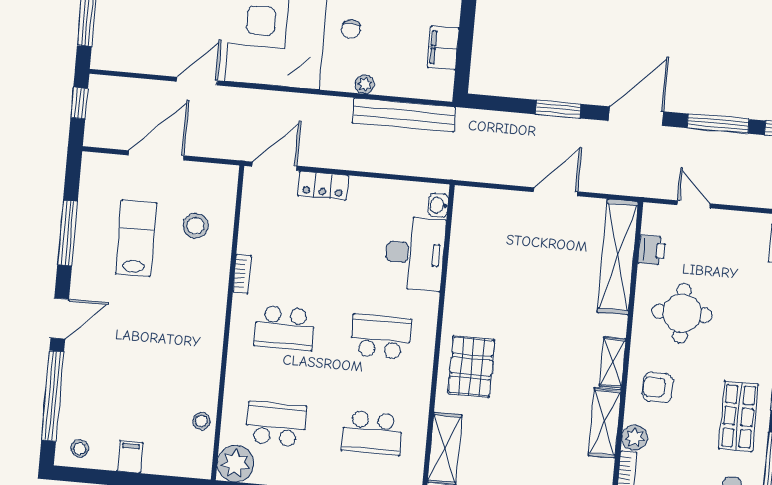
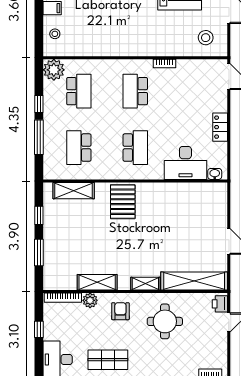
locker: (323, 185) -> (220, 127), moved
stool: (195, 226) -> (206, 38), moved
printer: (652, 250) -> (220, 304), moved, turned 90
shelving: (613, 363) -> (145, 284), moved
pallet: (471, 366) -> (123, 202), turned 90
stool: (201, 421) -> (55, 34), moved

